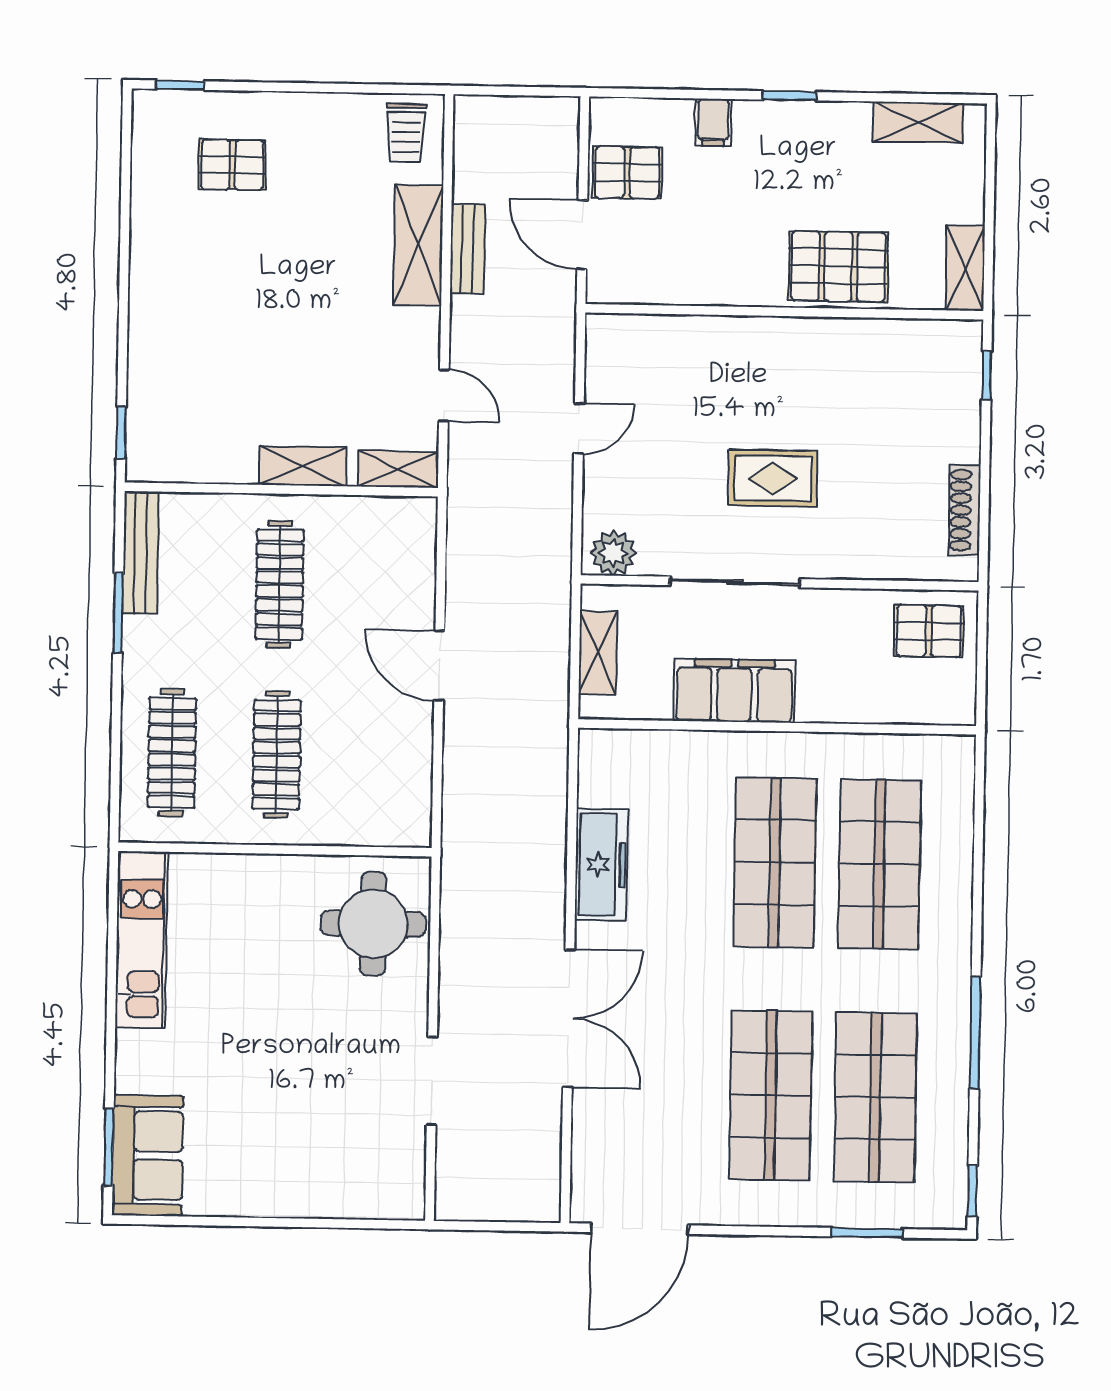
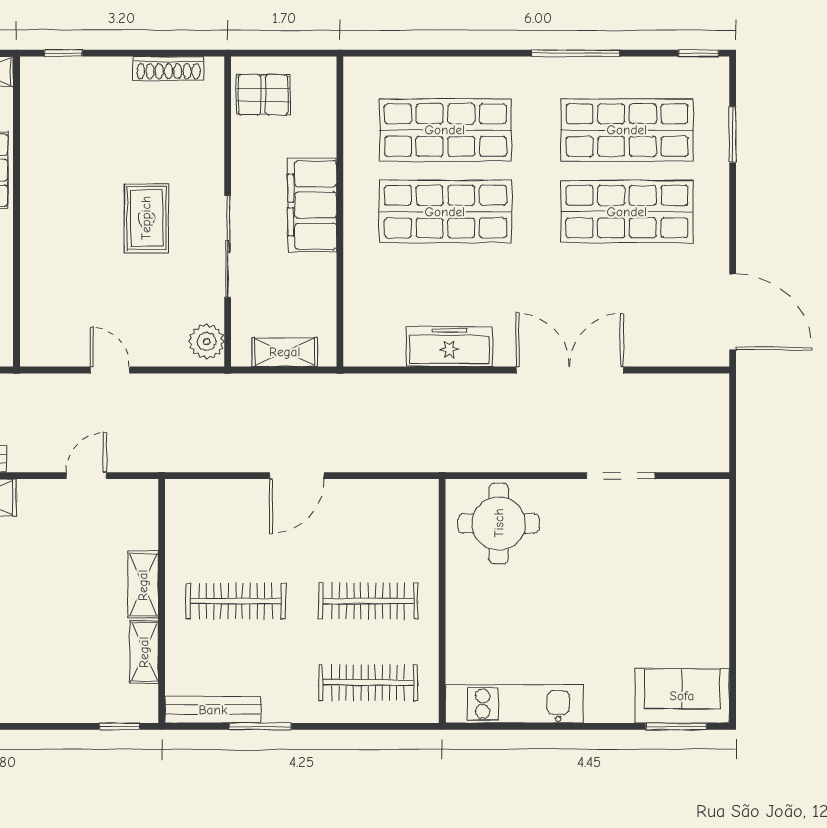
shelving: (398, 469) -> (144, 652), moved
pallet: (929, 631) -> (263, 95), turned 90
filing cabinet: (734, 691) -> (312, 205), moved

